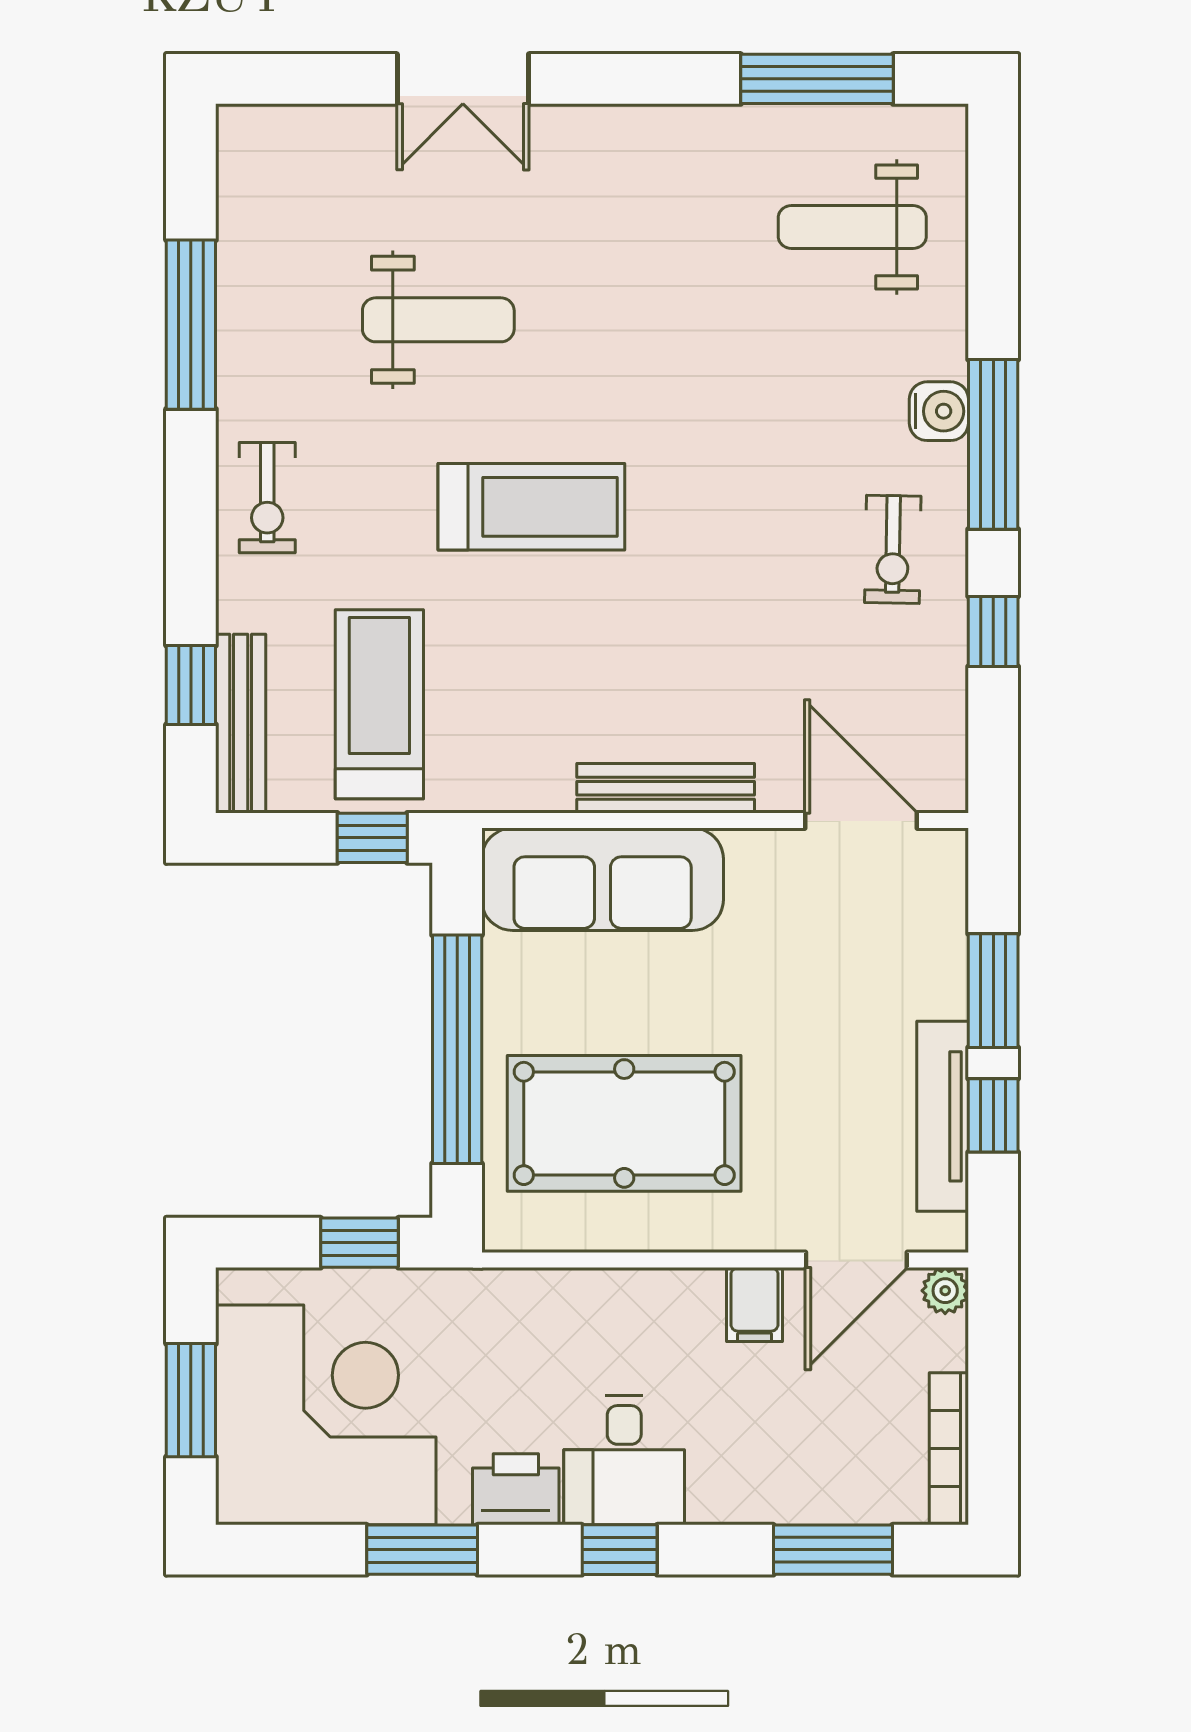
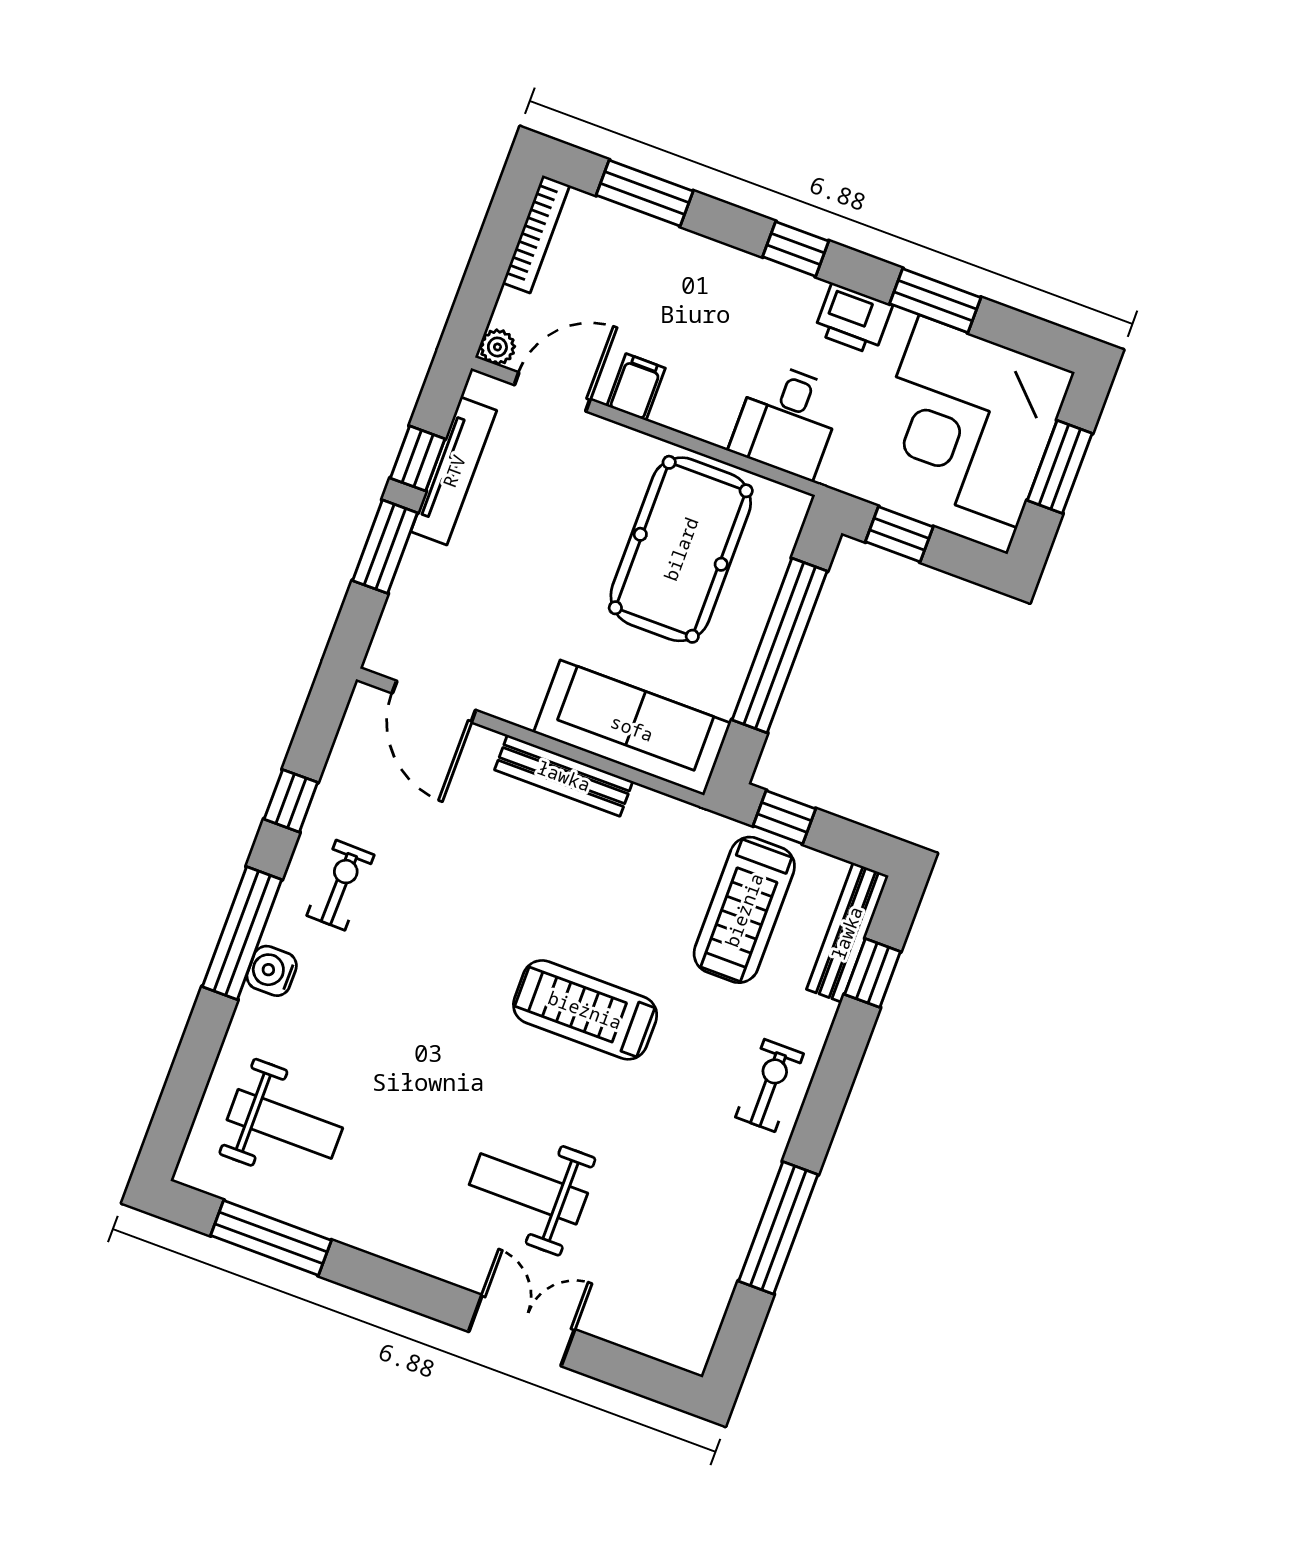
weight bench: (438, 320) -> (528, 1189), moved
pool table: (624, 1123) -> (681, 549), turned 90
desk: (624, 1460) -> (787, 420), moved, turned 180

